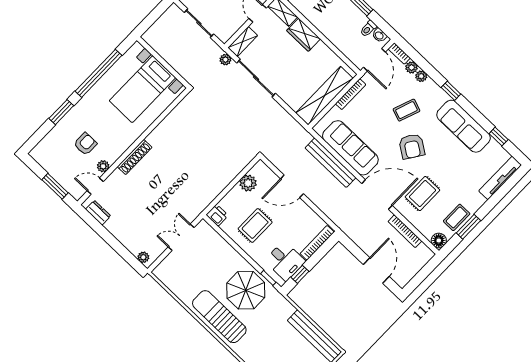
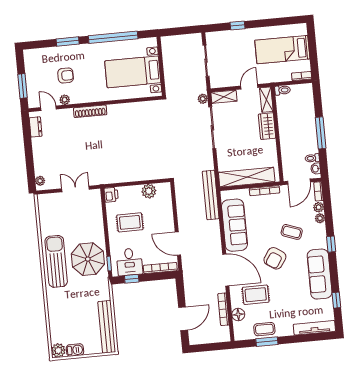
bench: (331, 163) -> (211, 195), moved
door: (292, 186) -> (178, 244), moved
floor lamp: (439, 240) -> (238, 314), moved

